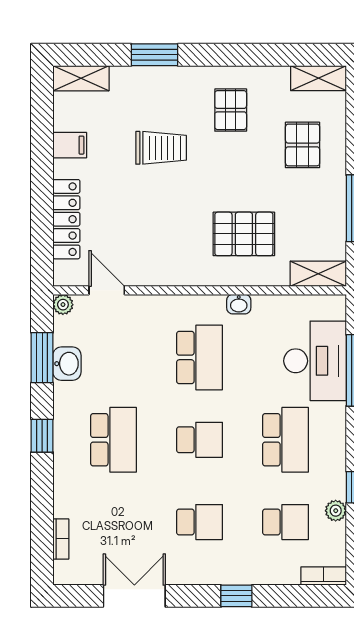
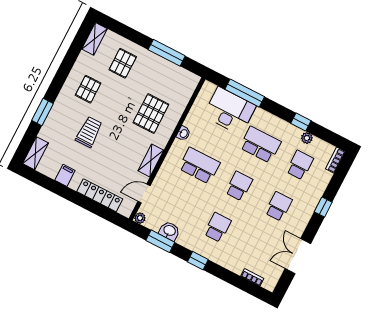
pallet: (231, 110) -> (88, 89), turned 90
pallet: (303, 145) -> (123, 63), turned 90
shelving: (318, 274) -> (151, 161), moved
school desk: (114, 440) -> (218, 227), width x0.54

